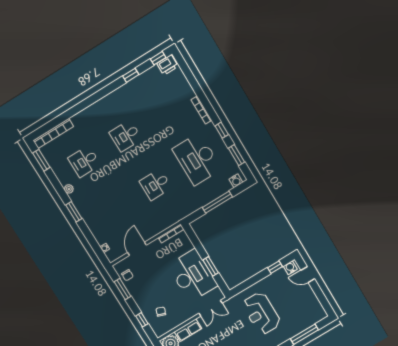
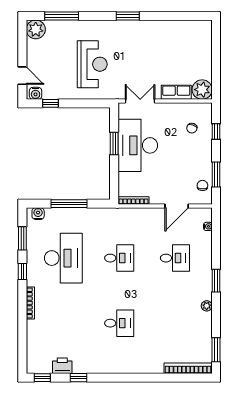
printer: (167, 65) -> (62, 366), moved
desk: (84, 161) -> (175, 258), moved
plant: (318, 313) -> (36, 29), added

